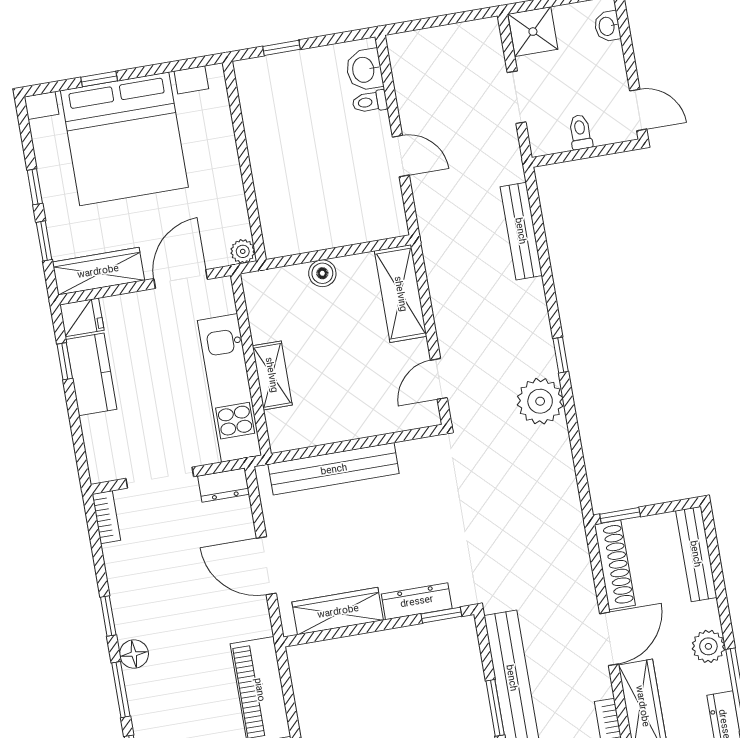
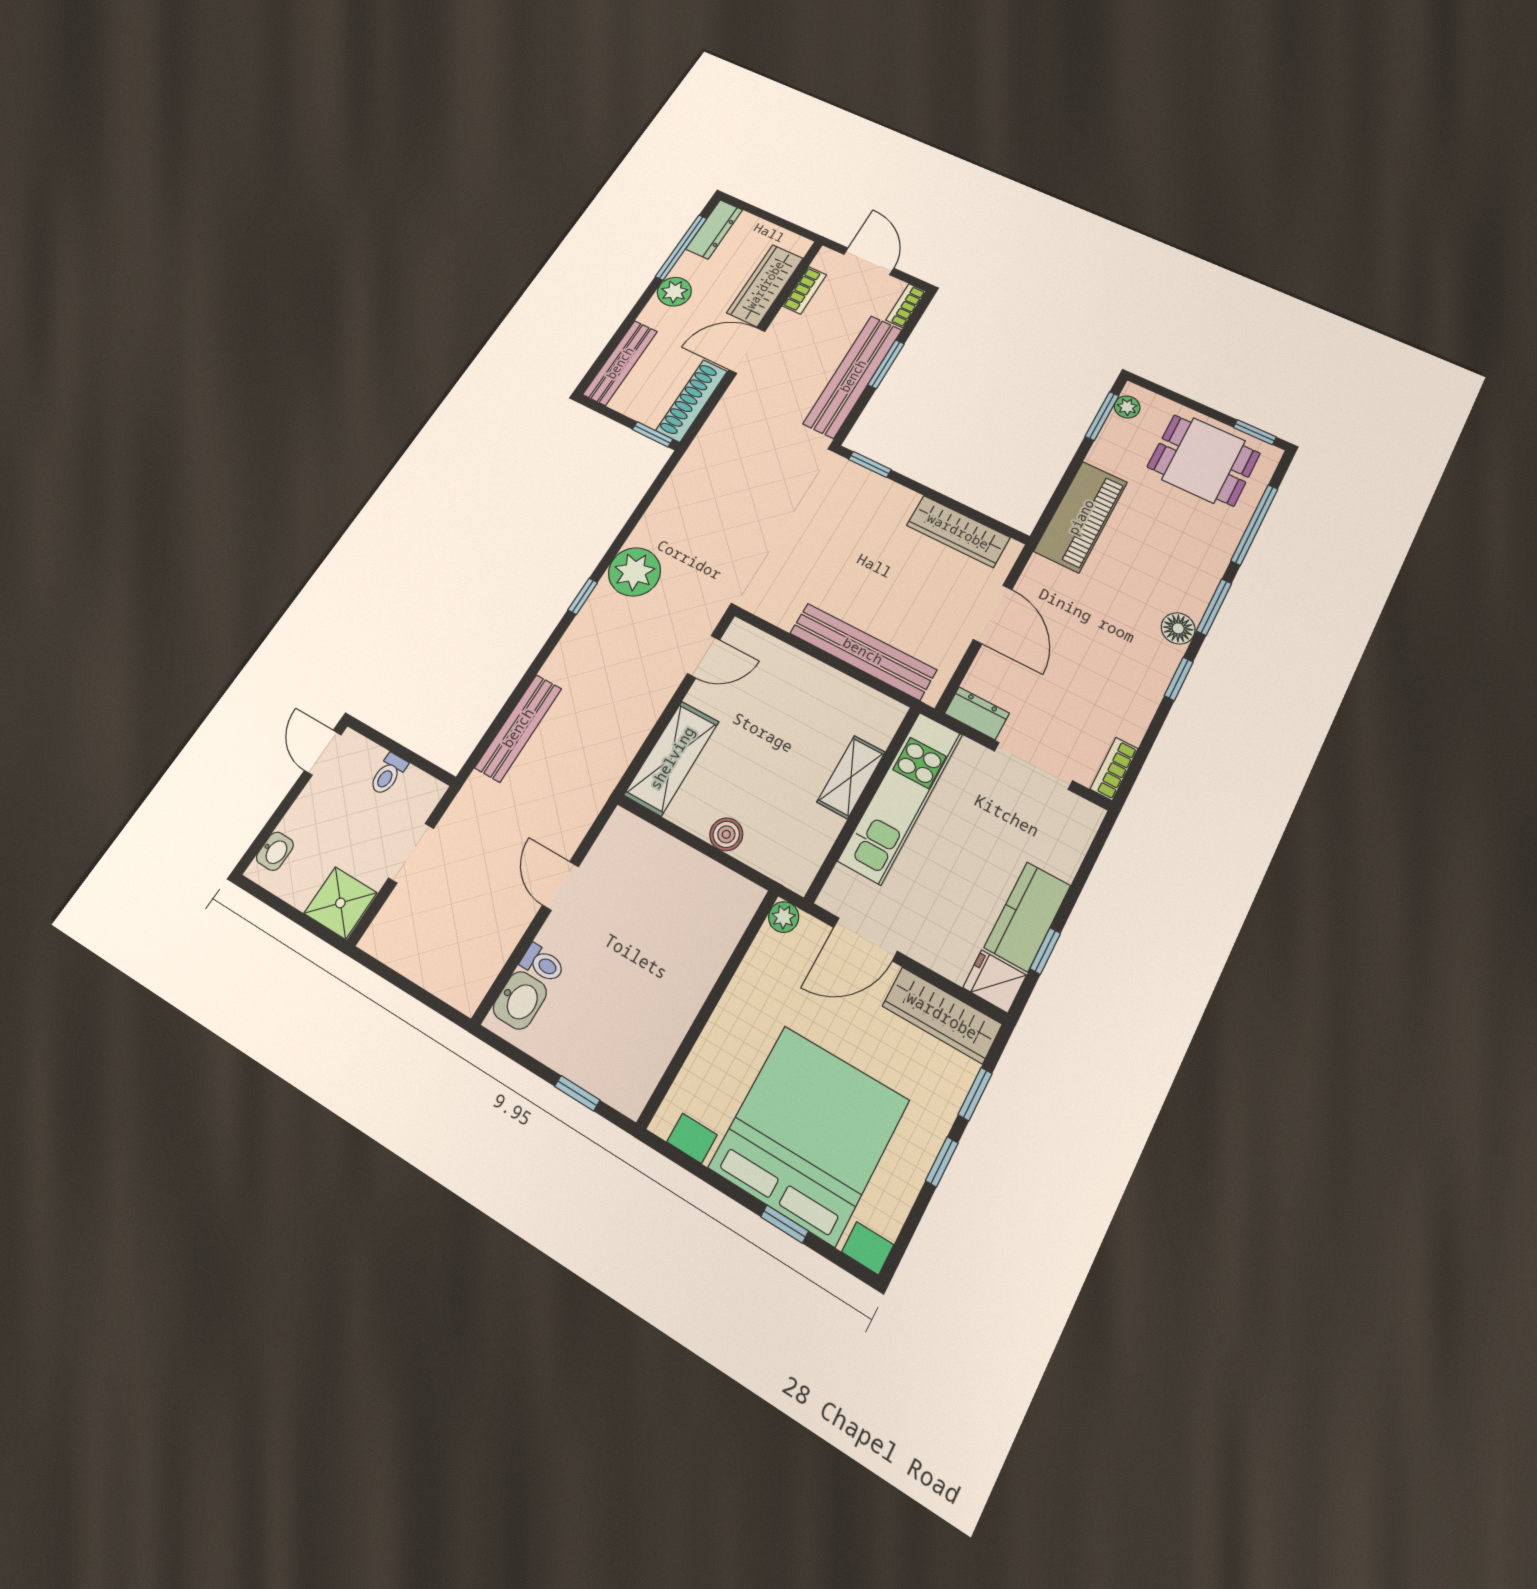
dresser: (417, 601) -> (882, 490), removed

